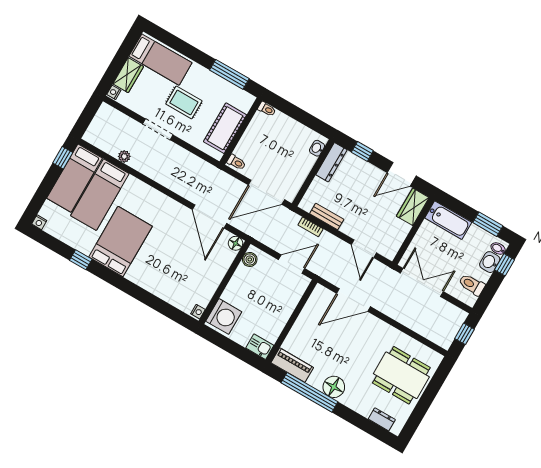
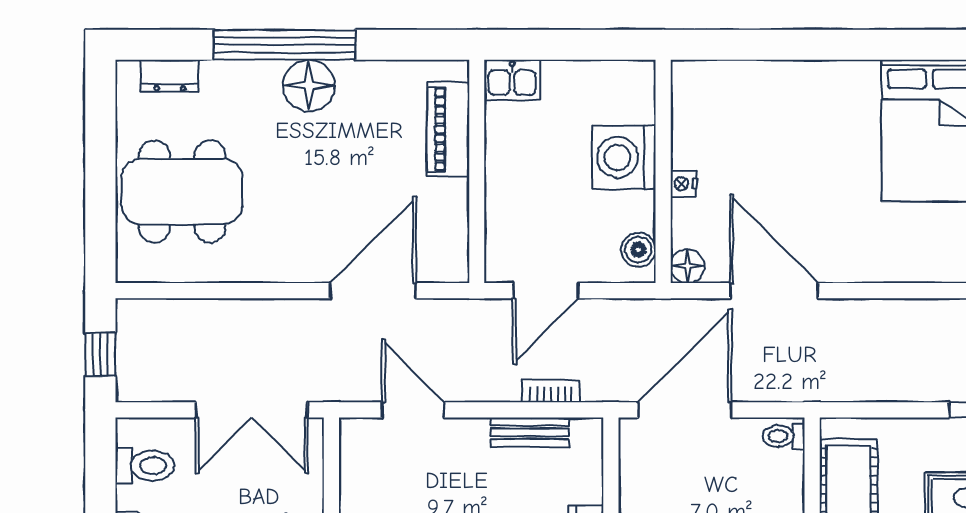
nightstand: (198, 312) -> (683, 184), moved
washing machine: (224, 316) -> (624, 157), moved
piano: (292, 365) -> (448, 129), moved, turned 90
window: (309, 392) -> (285, 45), moved

